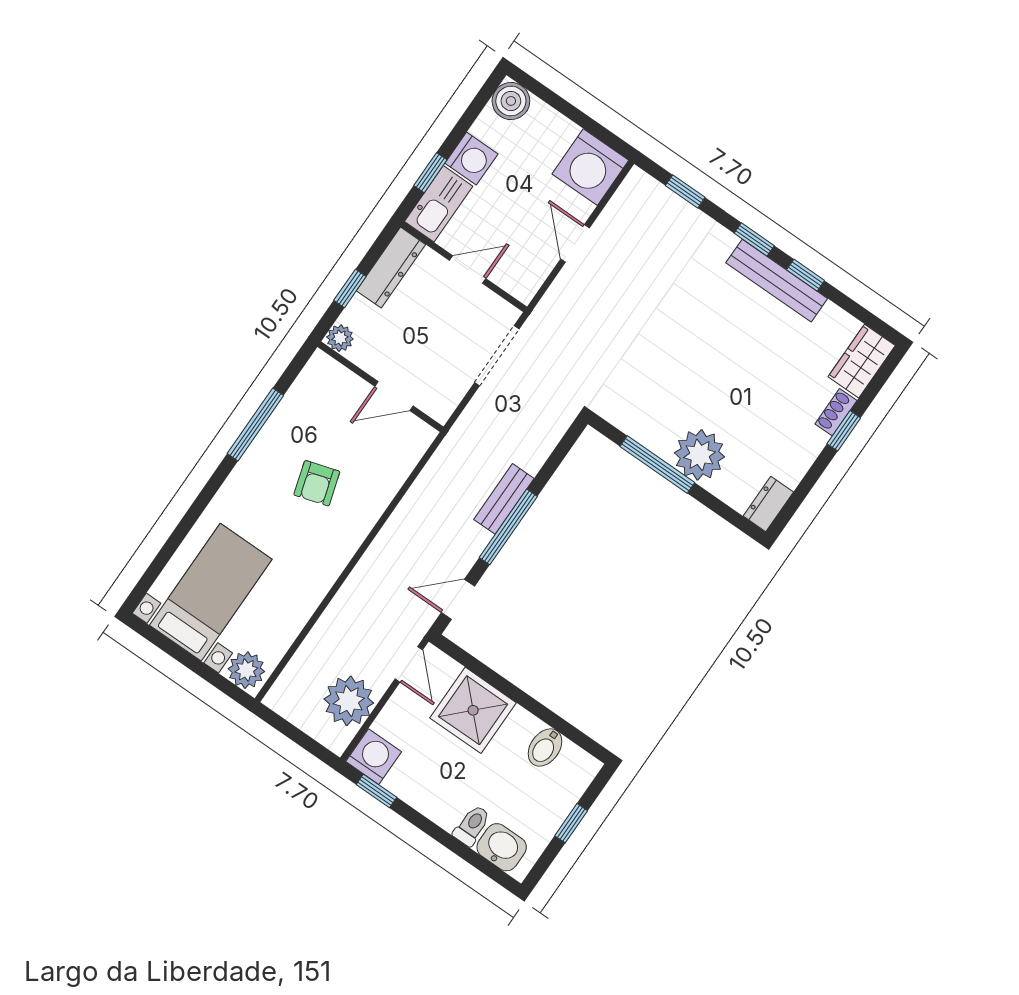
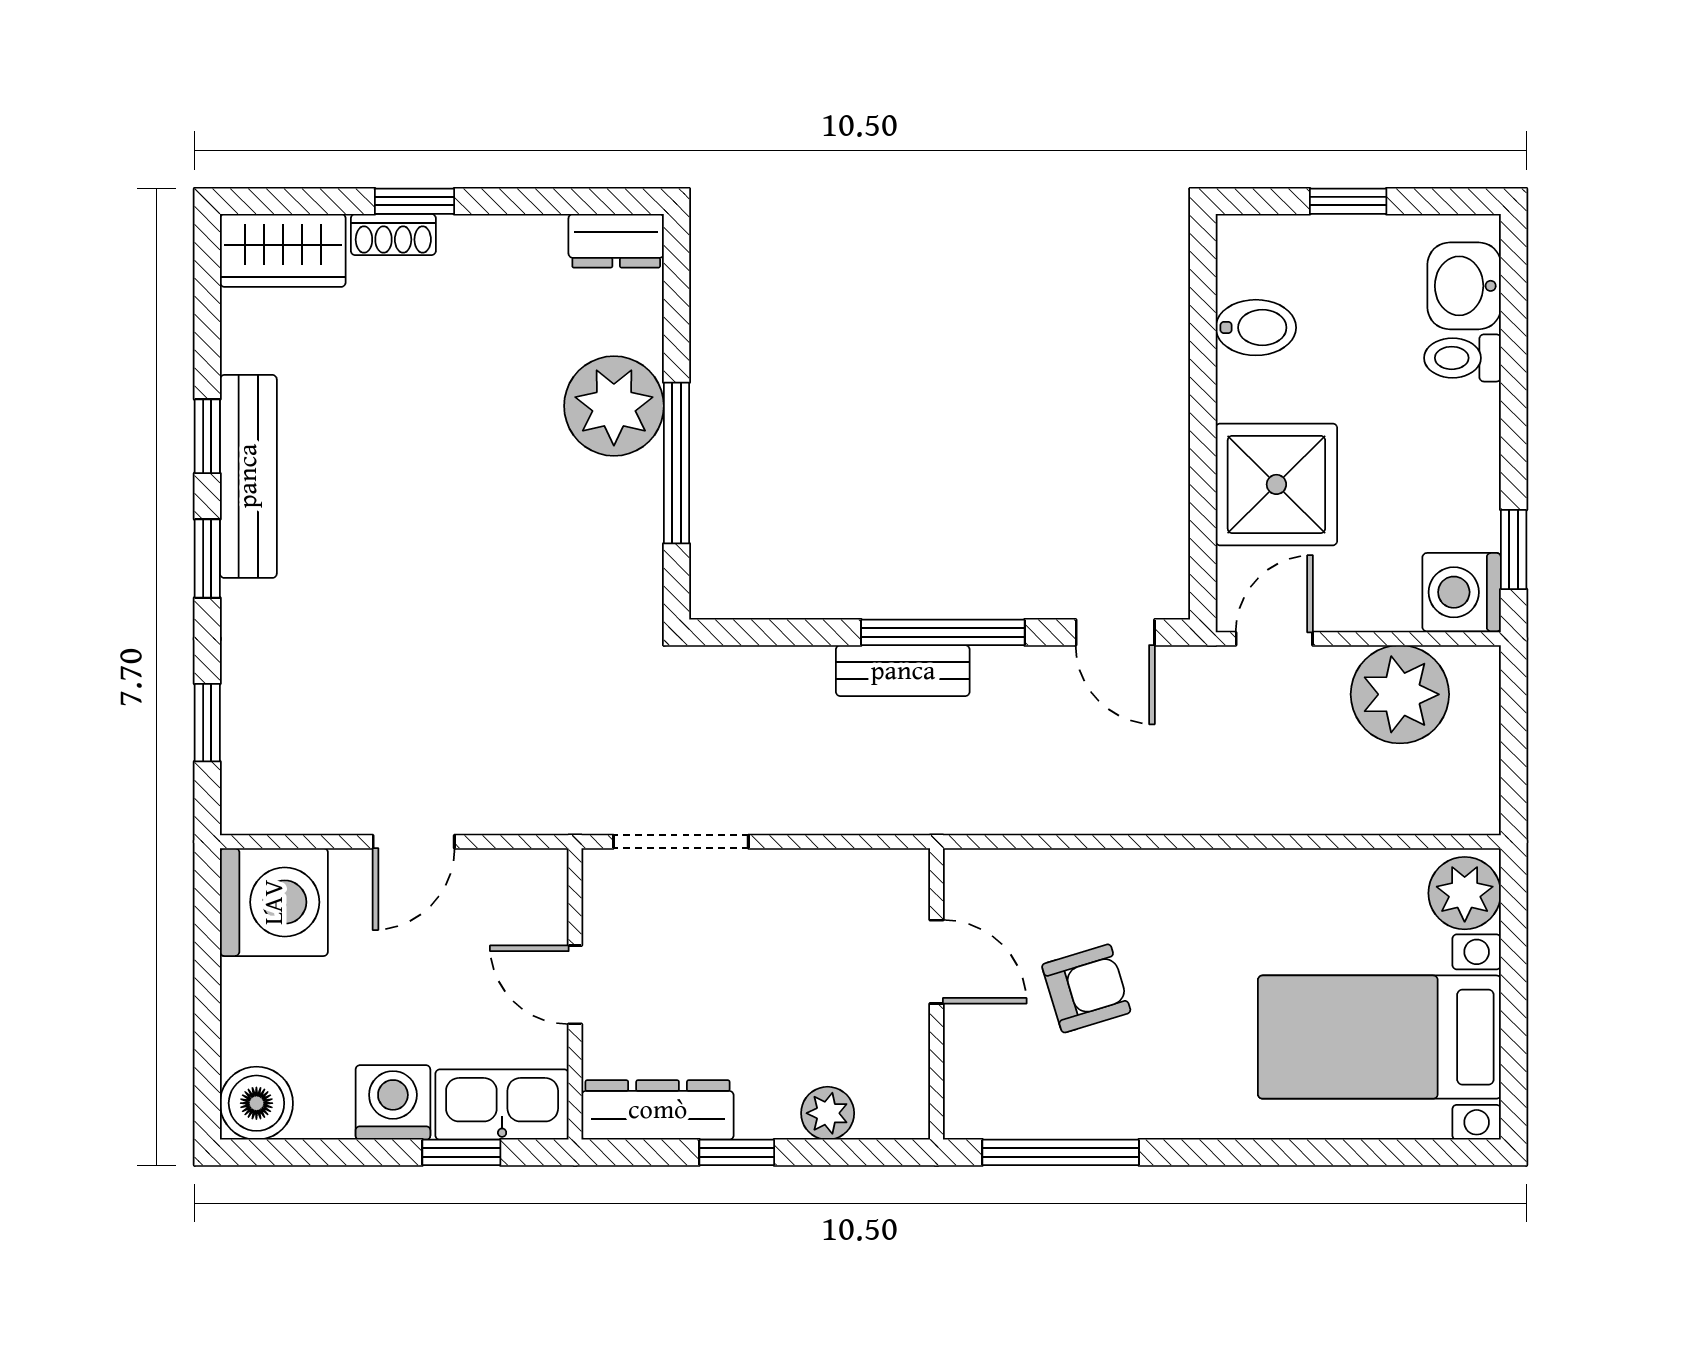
wall: (380, 387) -> (937, 994), moved
door: (394, 396) -> (937, 962), moved

